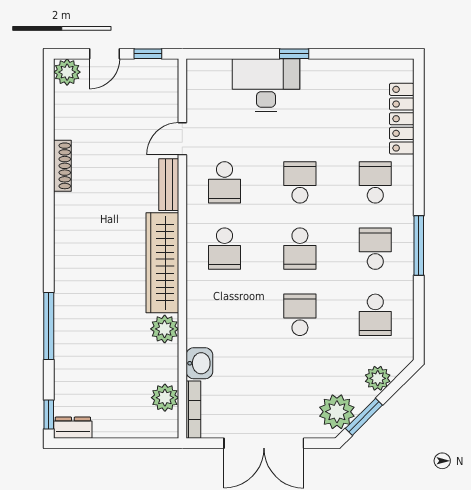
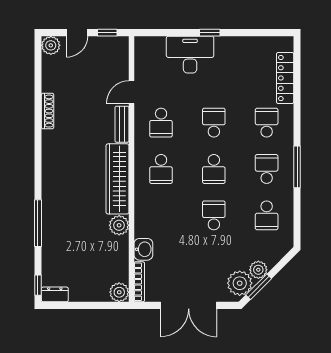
plant: (378, 378) -> (258, 270), moved
plant: (165, 398) -> (119, 292), moved

